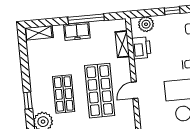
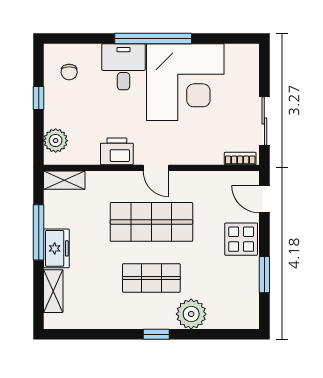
shelving: (39, 33) -> (53, 291), moved
shelving: (122, 44) -> (64, 180), moved
printer: (141, 48) -> (117, 151), moved

